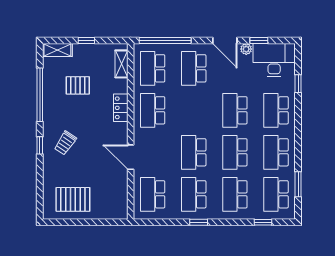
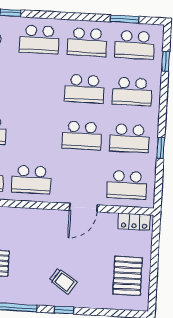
locker: (121, 108) -> (134, 222), moved
school desk: (235, 110) -> (37, 86), removed
window: (199, 222) -> (161, 148), moved

